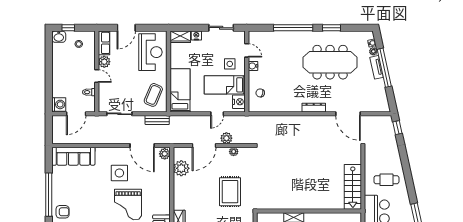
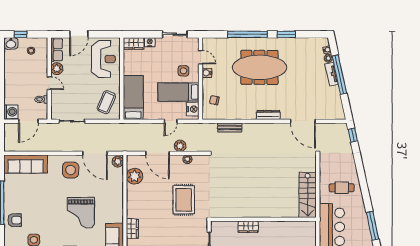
meeting table: (330, 62) -> (259, 67), moved
bench: (157, 120) -> (230, 127), moved
door: (204, 145) -> (158, 153), hinge flipped
side table: (119, 173) -> (71, 170), moved

